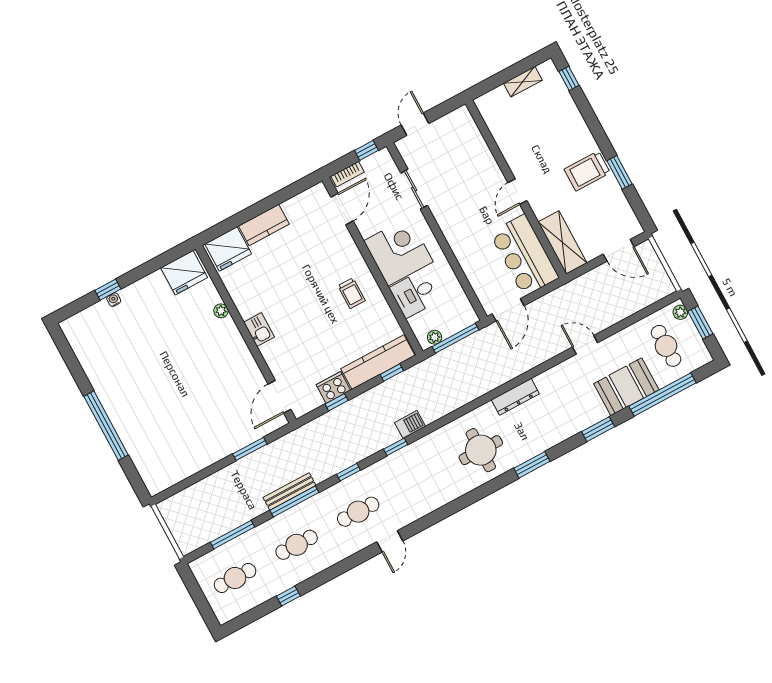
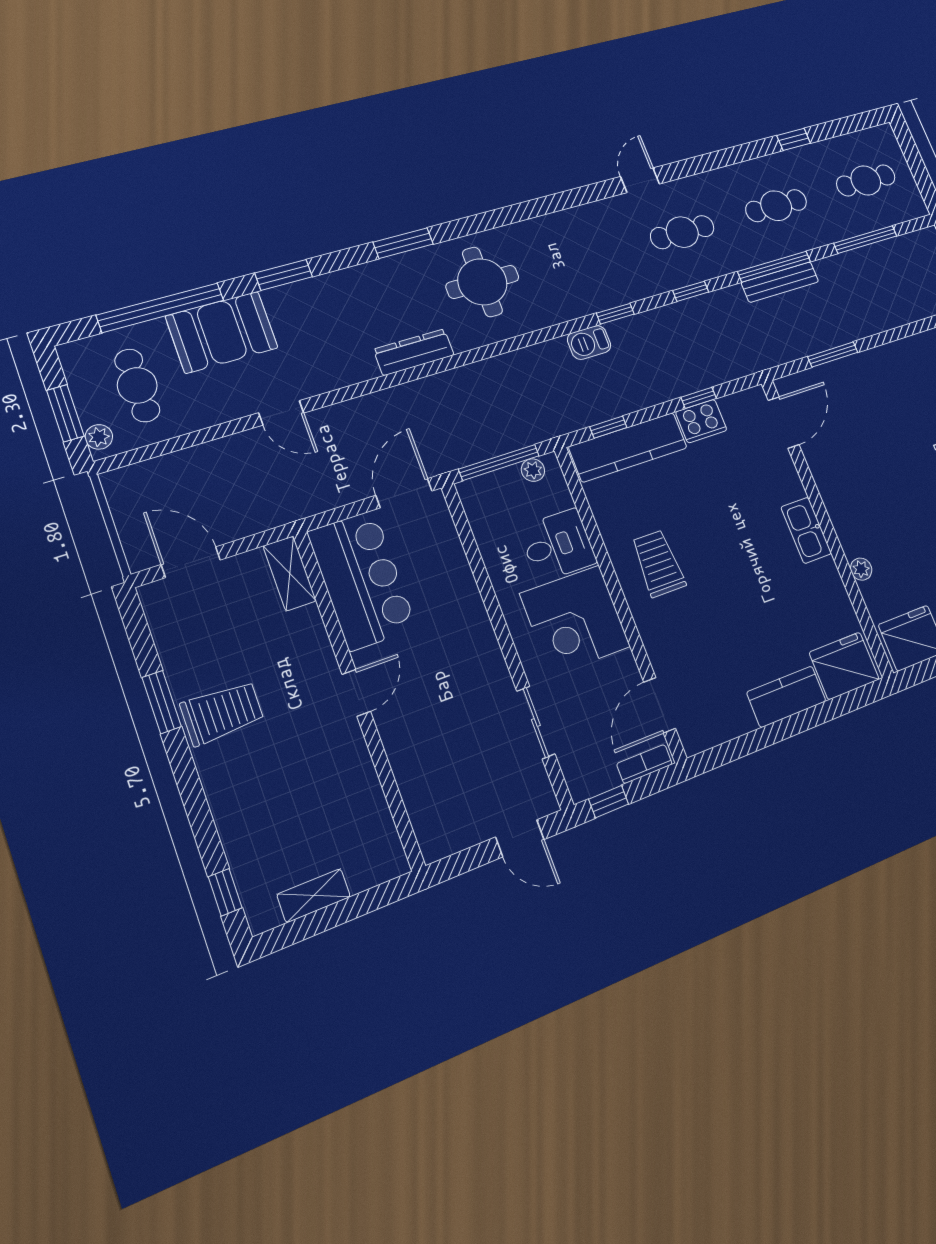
door: (415, 124) -> (520, 838), hinge flipped
shelving: (563, 243) -> (290, 573), width x0.67, depth x0.75
trolley: (352, 293) -> (658, 564), width x1.36, depth x1.39
kitchen sink: (259, 330) -> (806, 530), width x1.38

